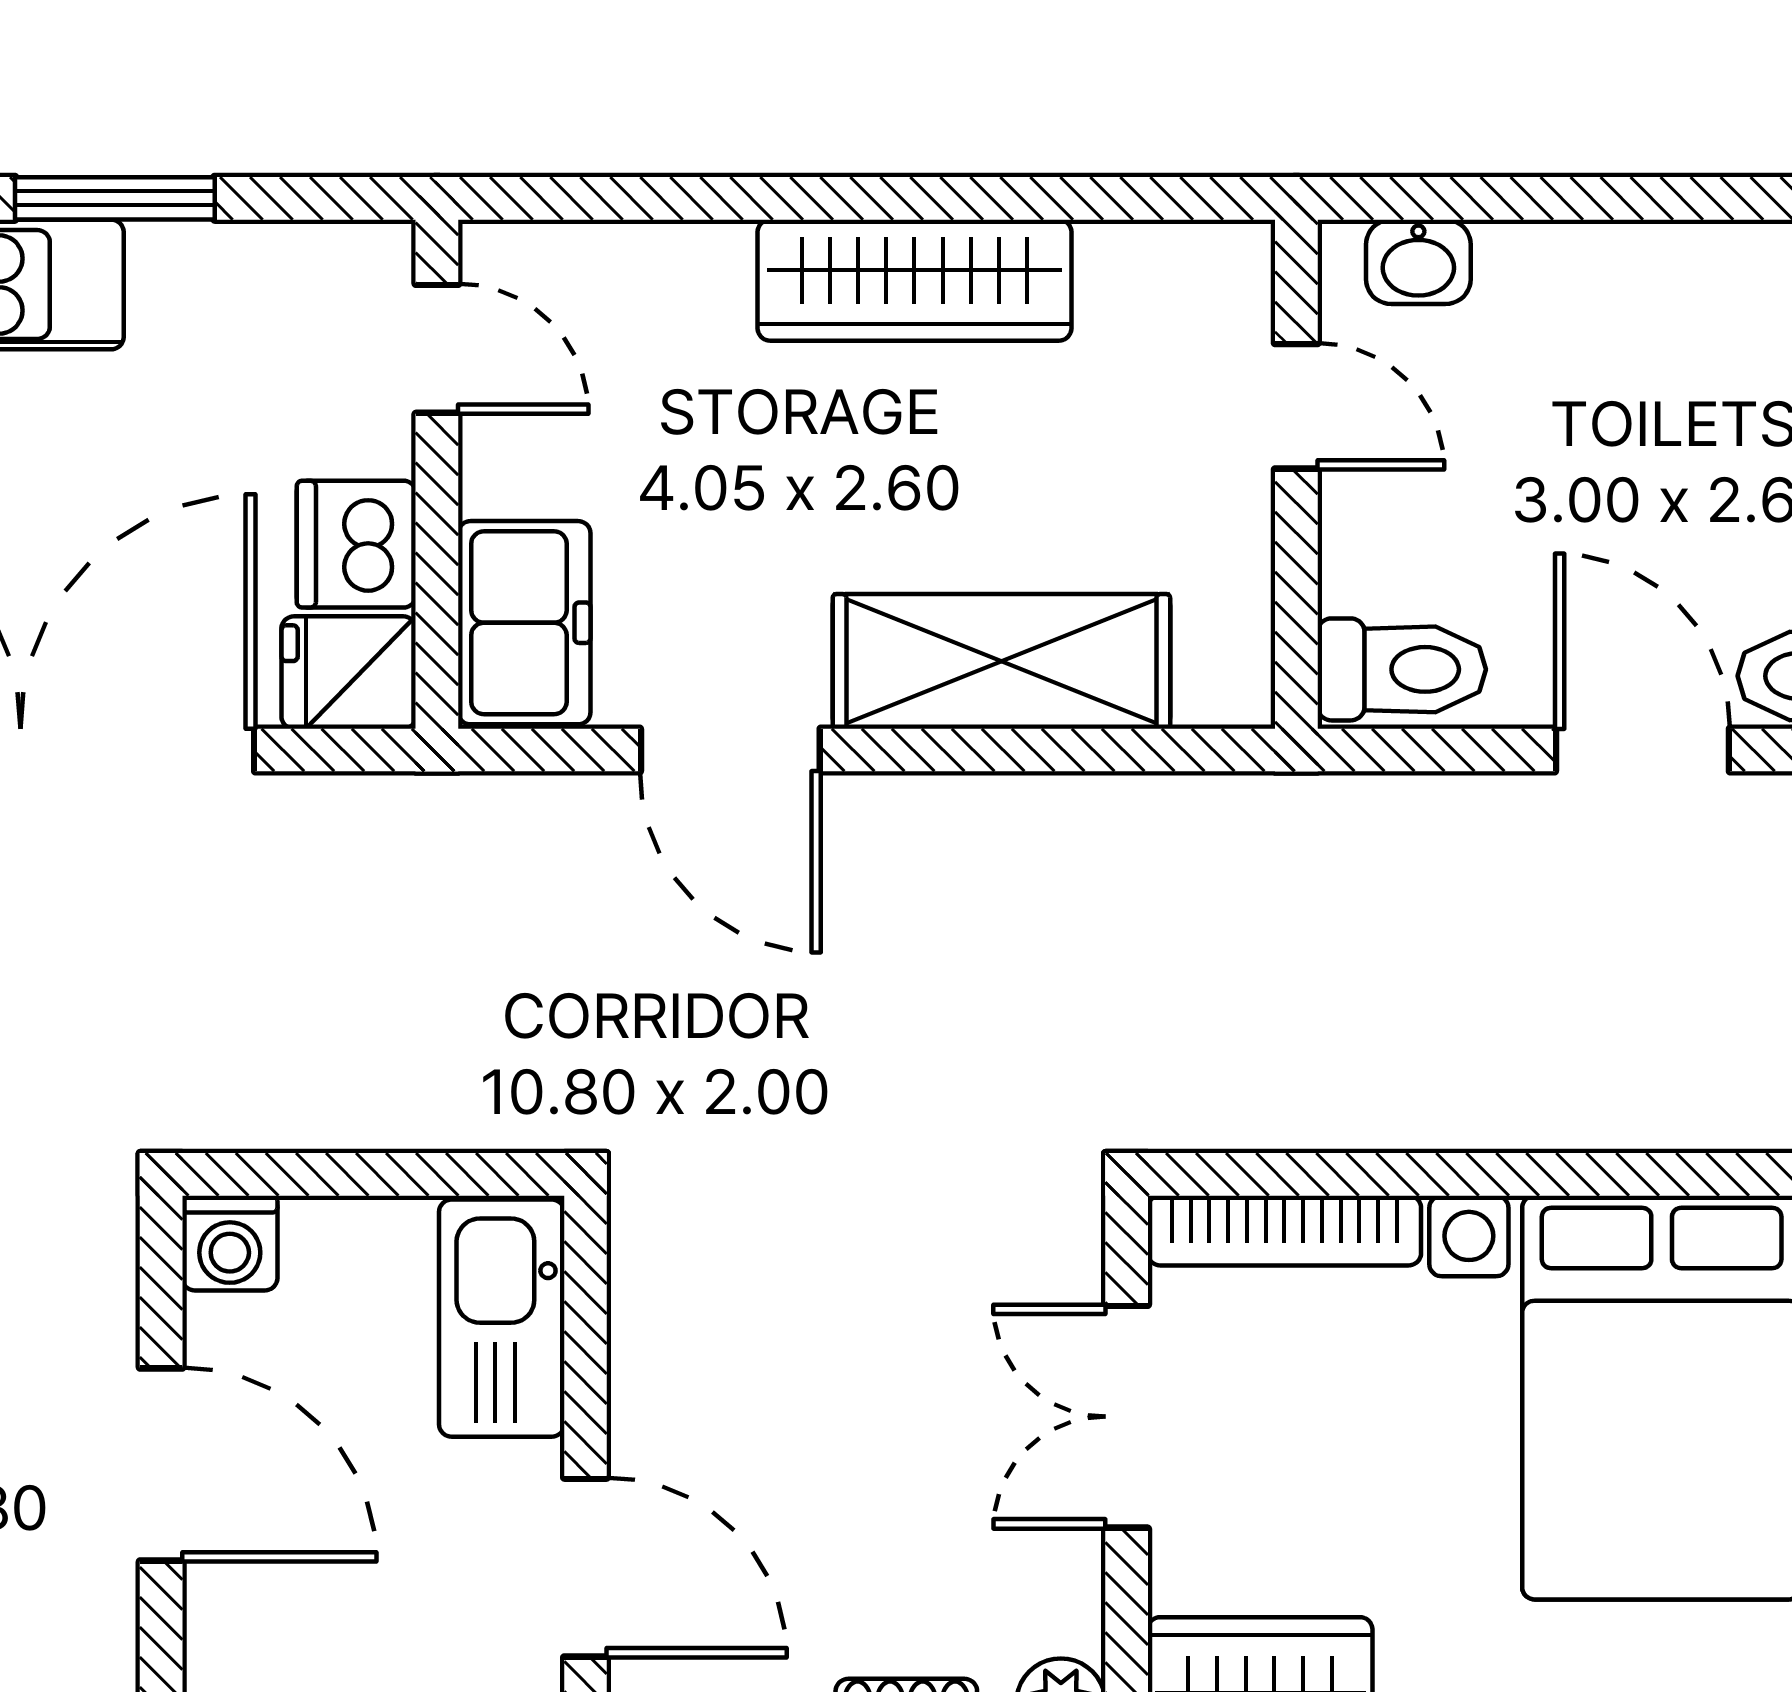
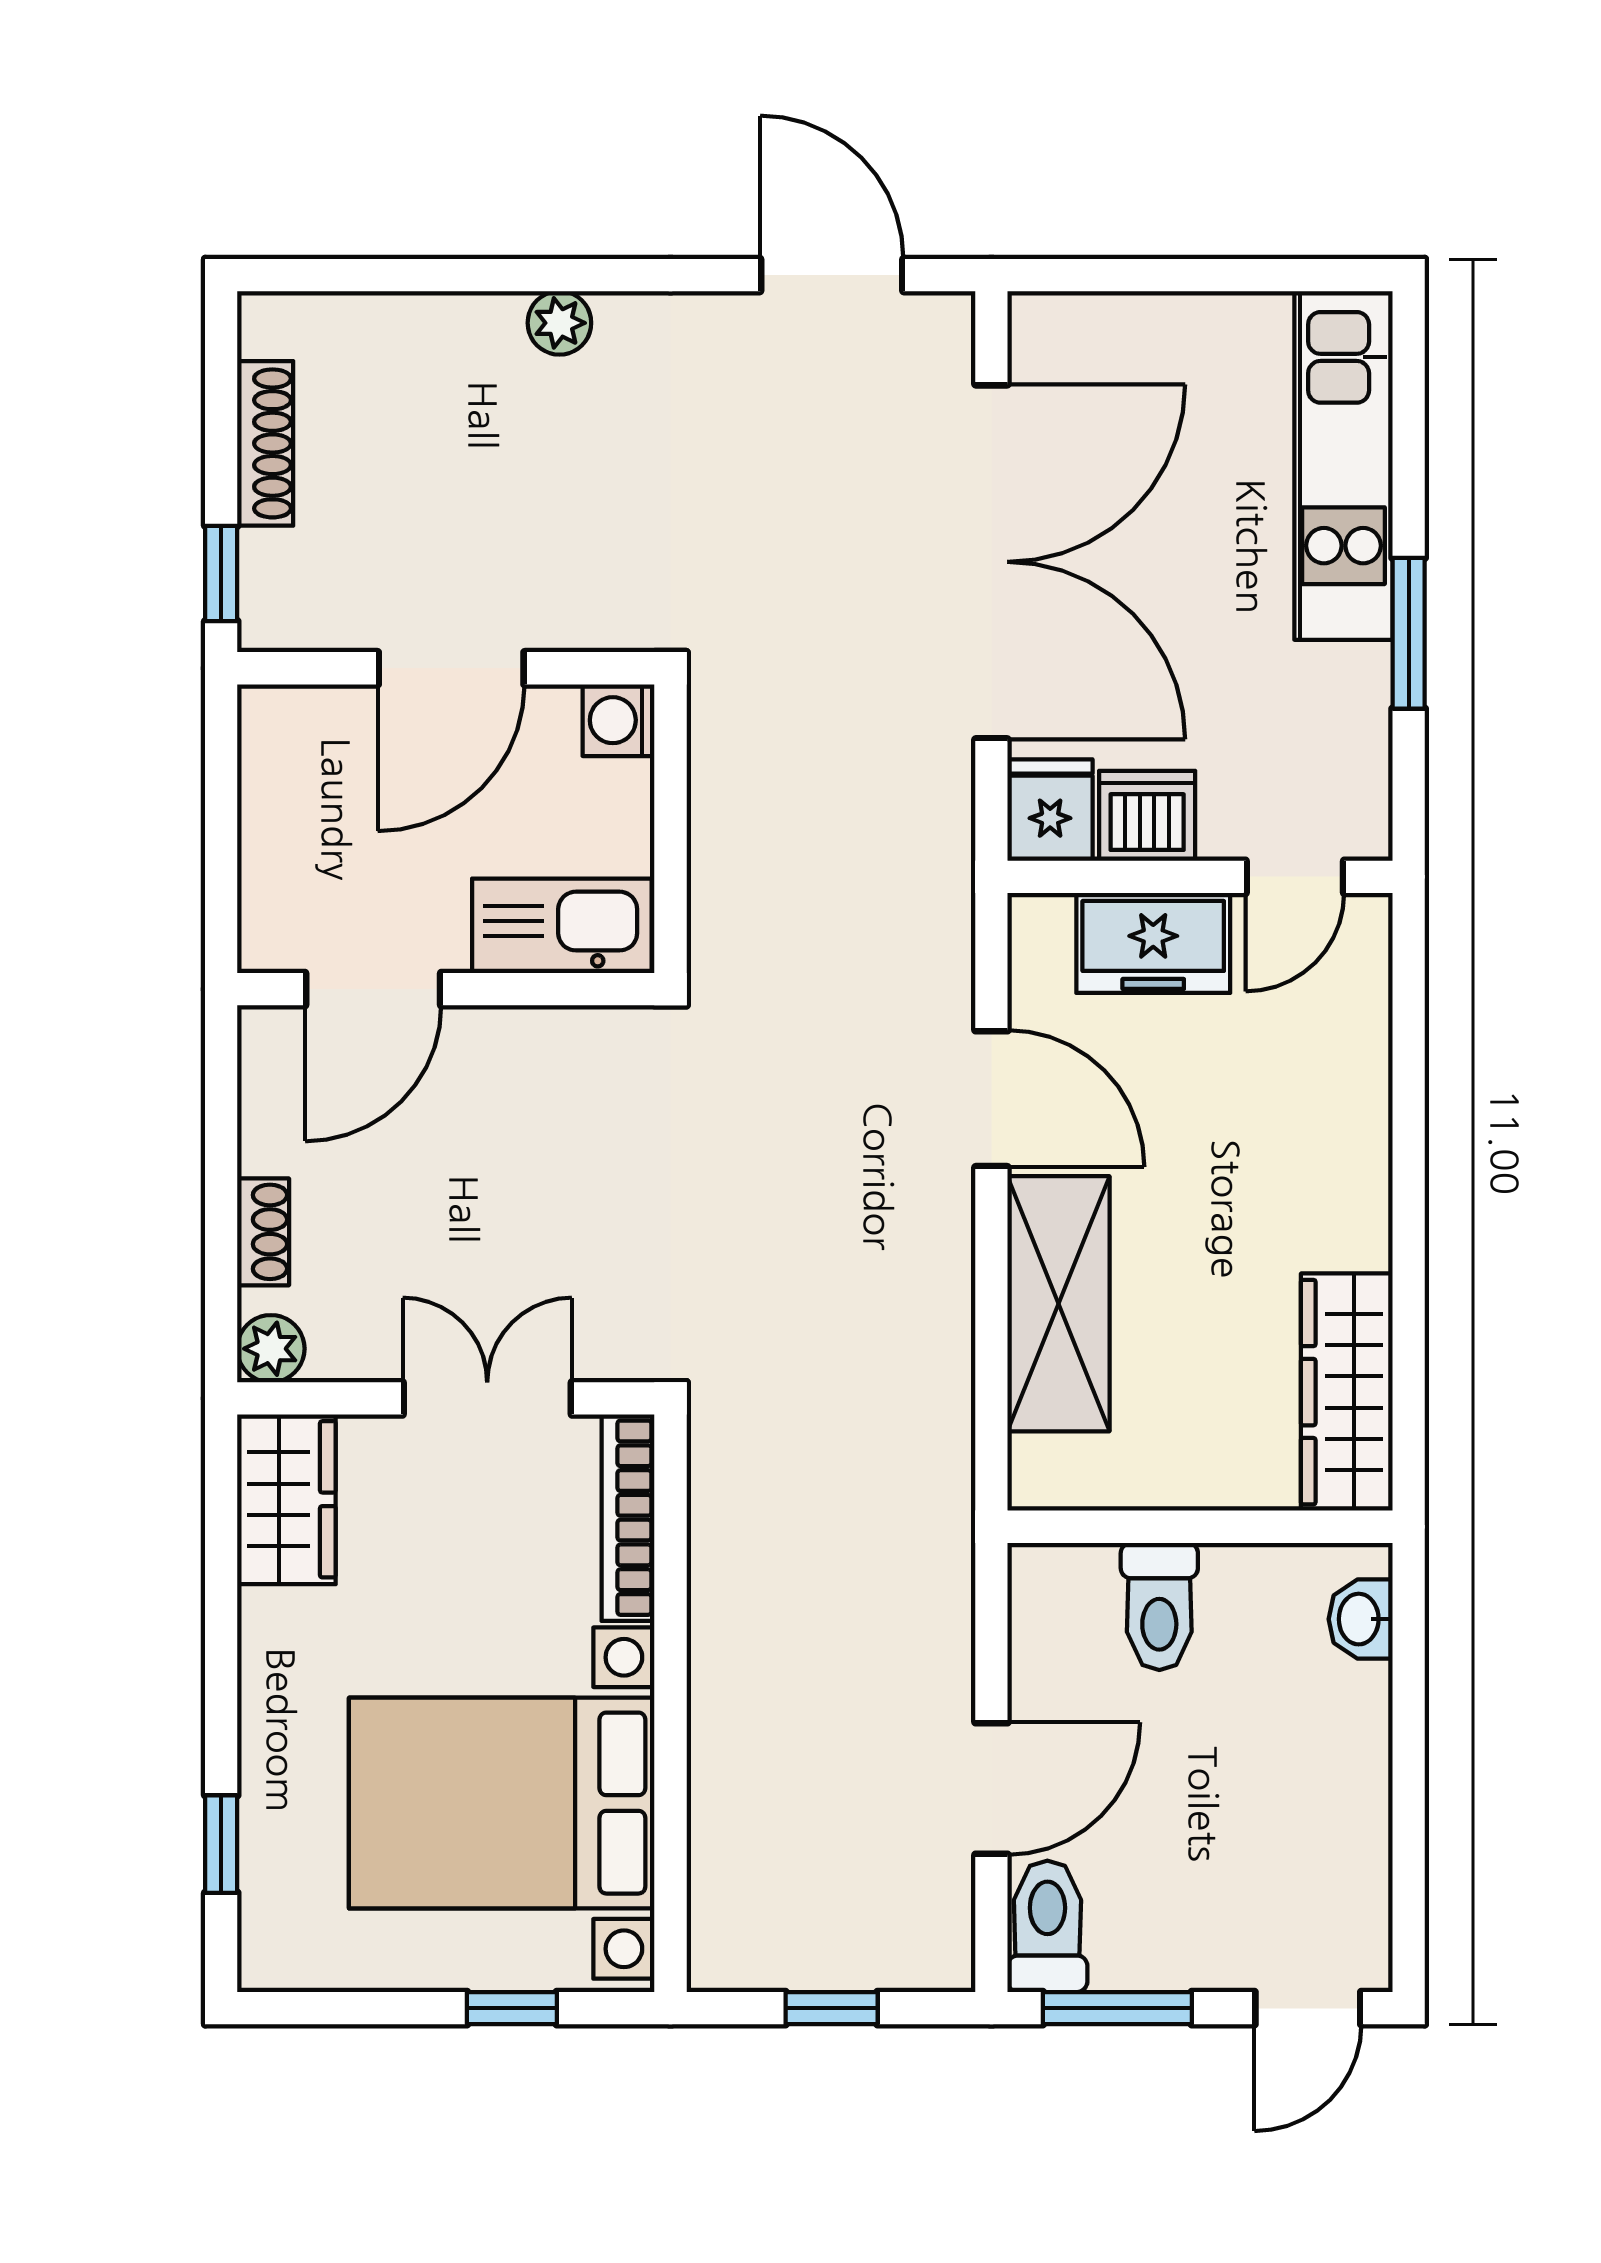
wardrobe: (914, 280) -> (1347, 1392), moved
door: (1296, 406) -> (1251, 1527), removed
freezer: (524, 623) -> (1153, 943), moved
toilet: (1402, 669) -> (1159, 1606), moved
door: (730, 750) -> (991, 1099), swing flipped

